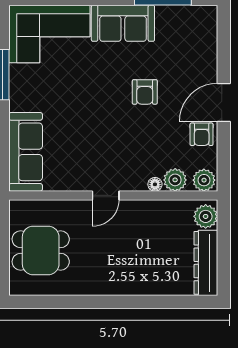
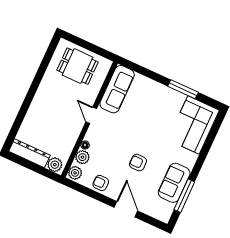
sofa: (123, 23) -> (174, 183), moved
door: (224, 102) -> (126, 209), moved
sofa: (26, 152) -> (117, 89), moved, turned -90
dining table: (41, 250) -> (77, 66), turned 90

